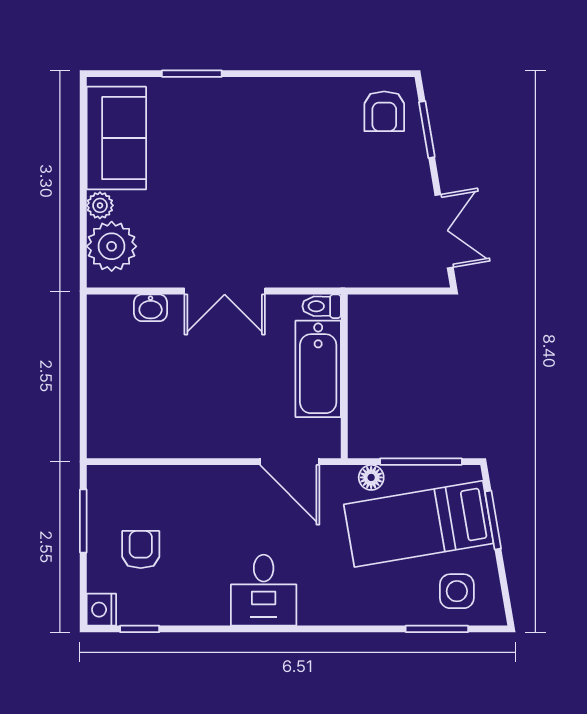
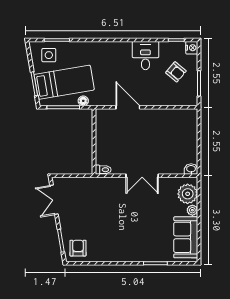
double door: (225, 291) -> (142, 176), swing flipped
washbasin: (151, 308) -> (191, 169), moved
bathtub: (318, 369) -> (105, 144), removed
door: (290, 462) -> (128, 107), moved
armchair: (141, 550) -> (176, 72), turned -50
desk: (264, 590) -> (145, 56), moved

